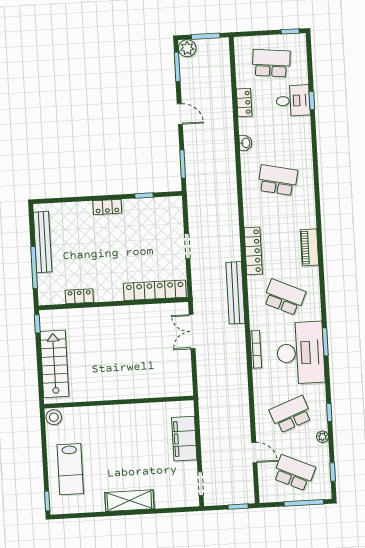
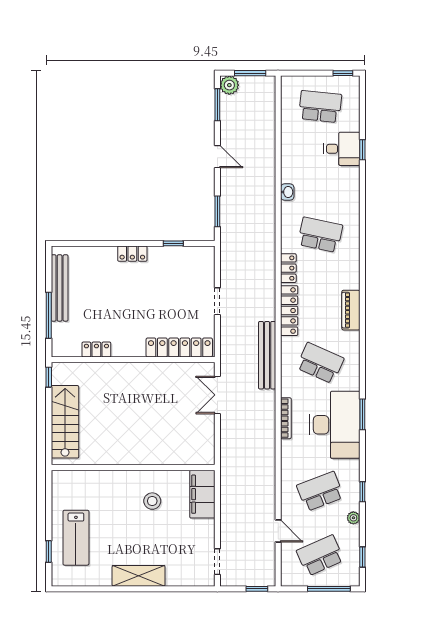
locker: (244, 103) -> (288, 268), moved
stool: (54, 417) -> (152, 501), moved
filing cabinet: (184, 439) -> (202, 494), moved
school desk: (294, 473) -> (320, 555), turned -48
window: (47, 501) -> (49, 551), moved

